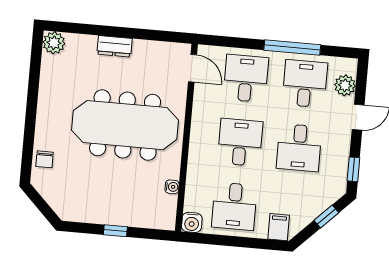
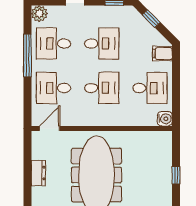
dresser: (115, 46) -> (38, 173), moved
plant: (345, 85) -> (39, 13), moved
desk: (240, 142) -> (102, 88), turned 180
water cooler: (172, 187) -> (139, 136), removed

